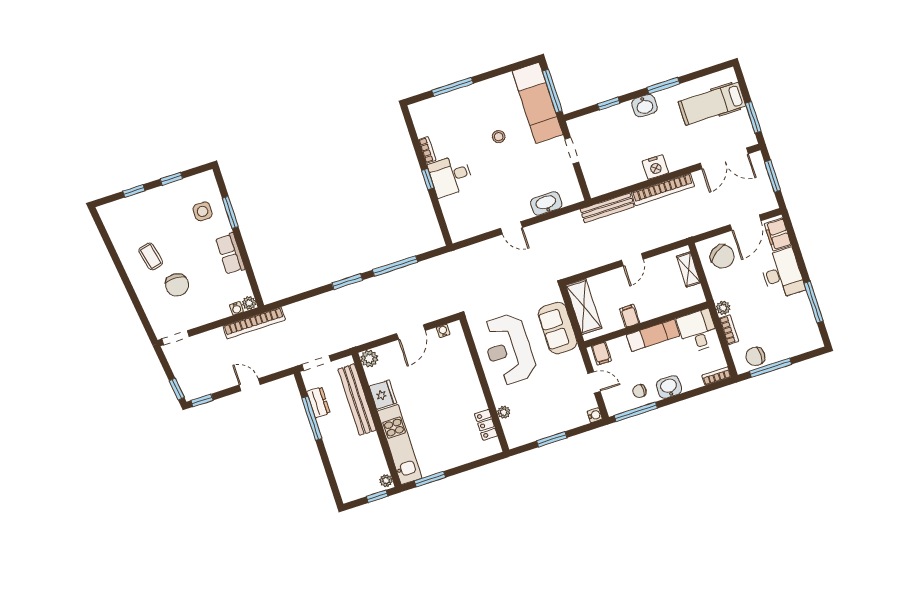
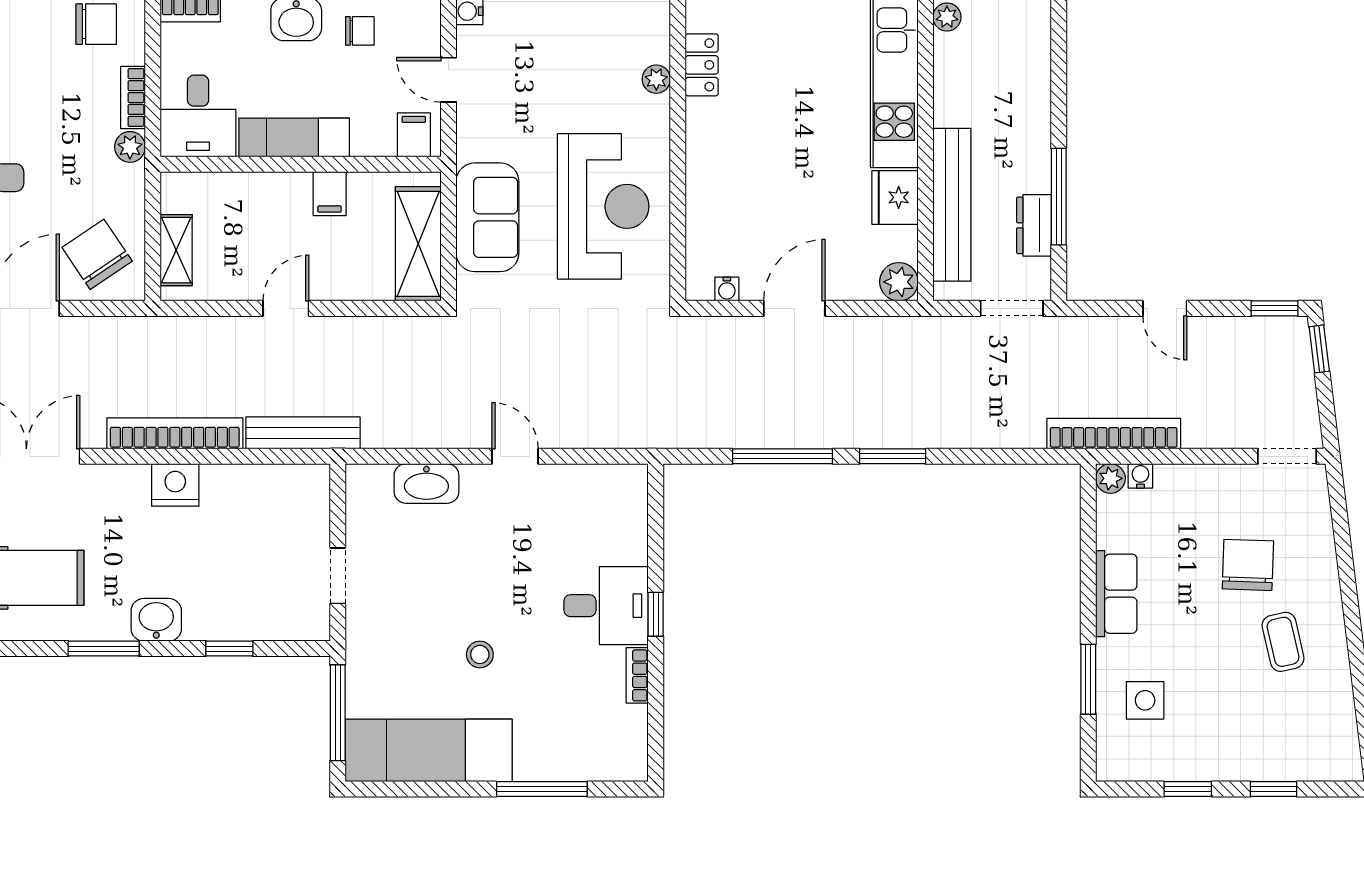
exam couch: (538, 103) -> (429, 750), moved, turned -90

